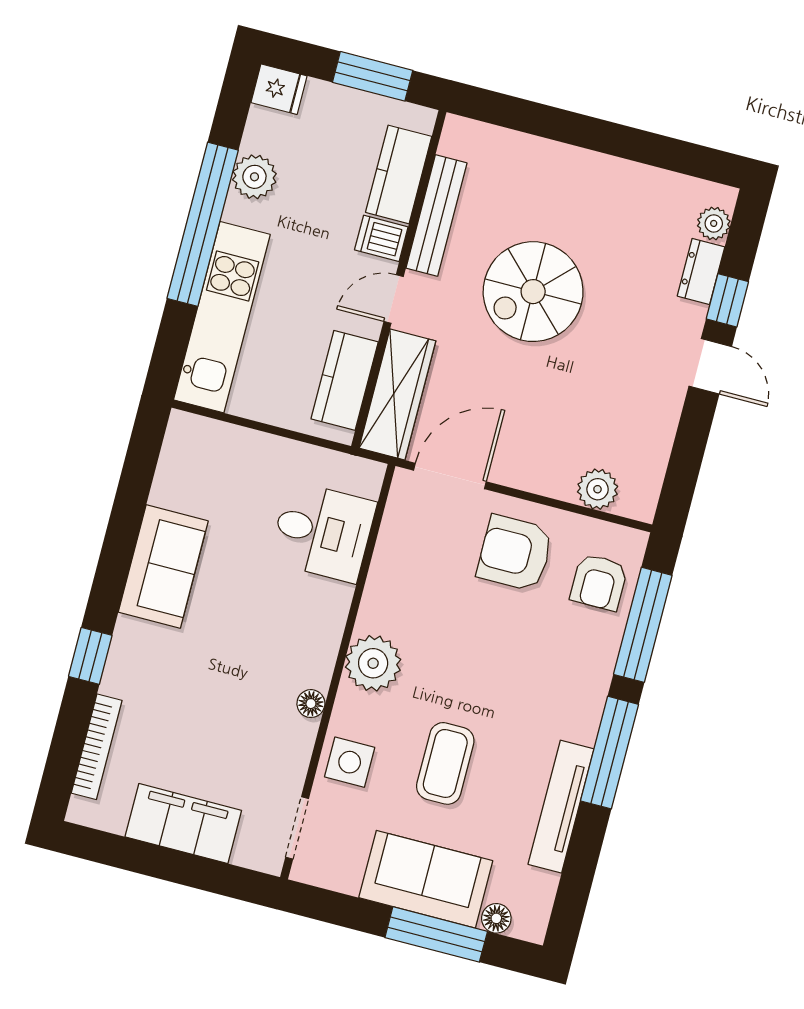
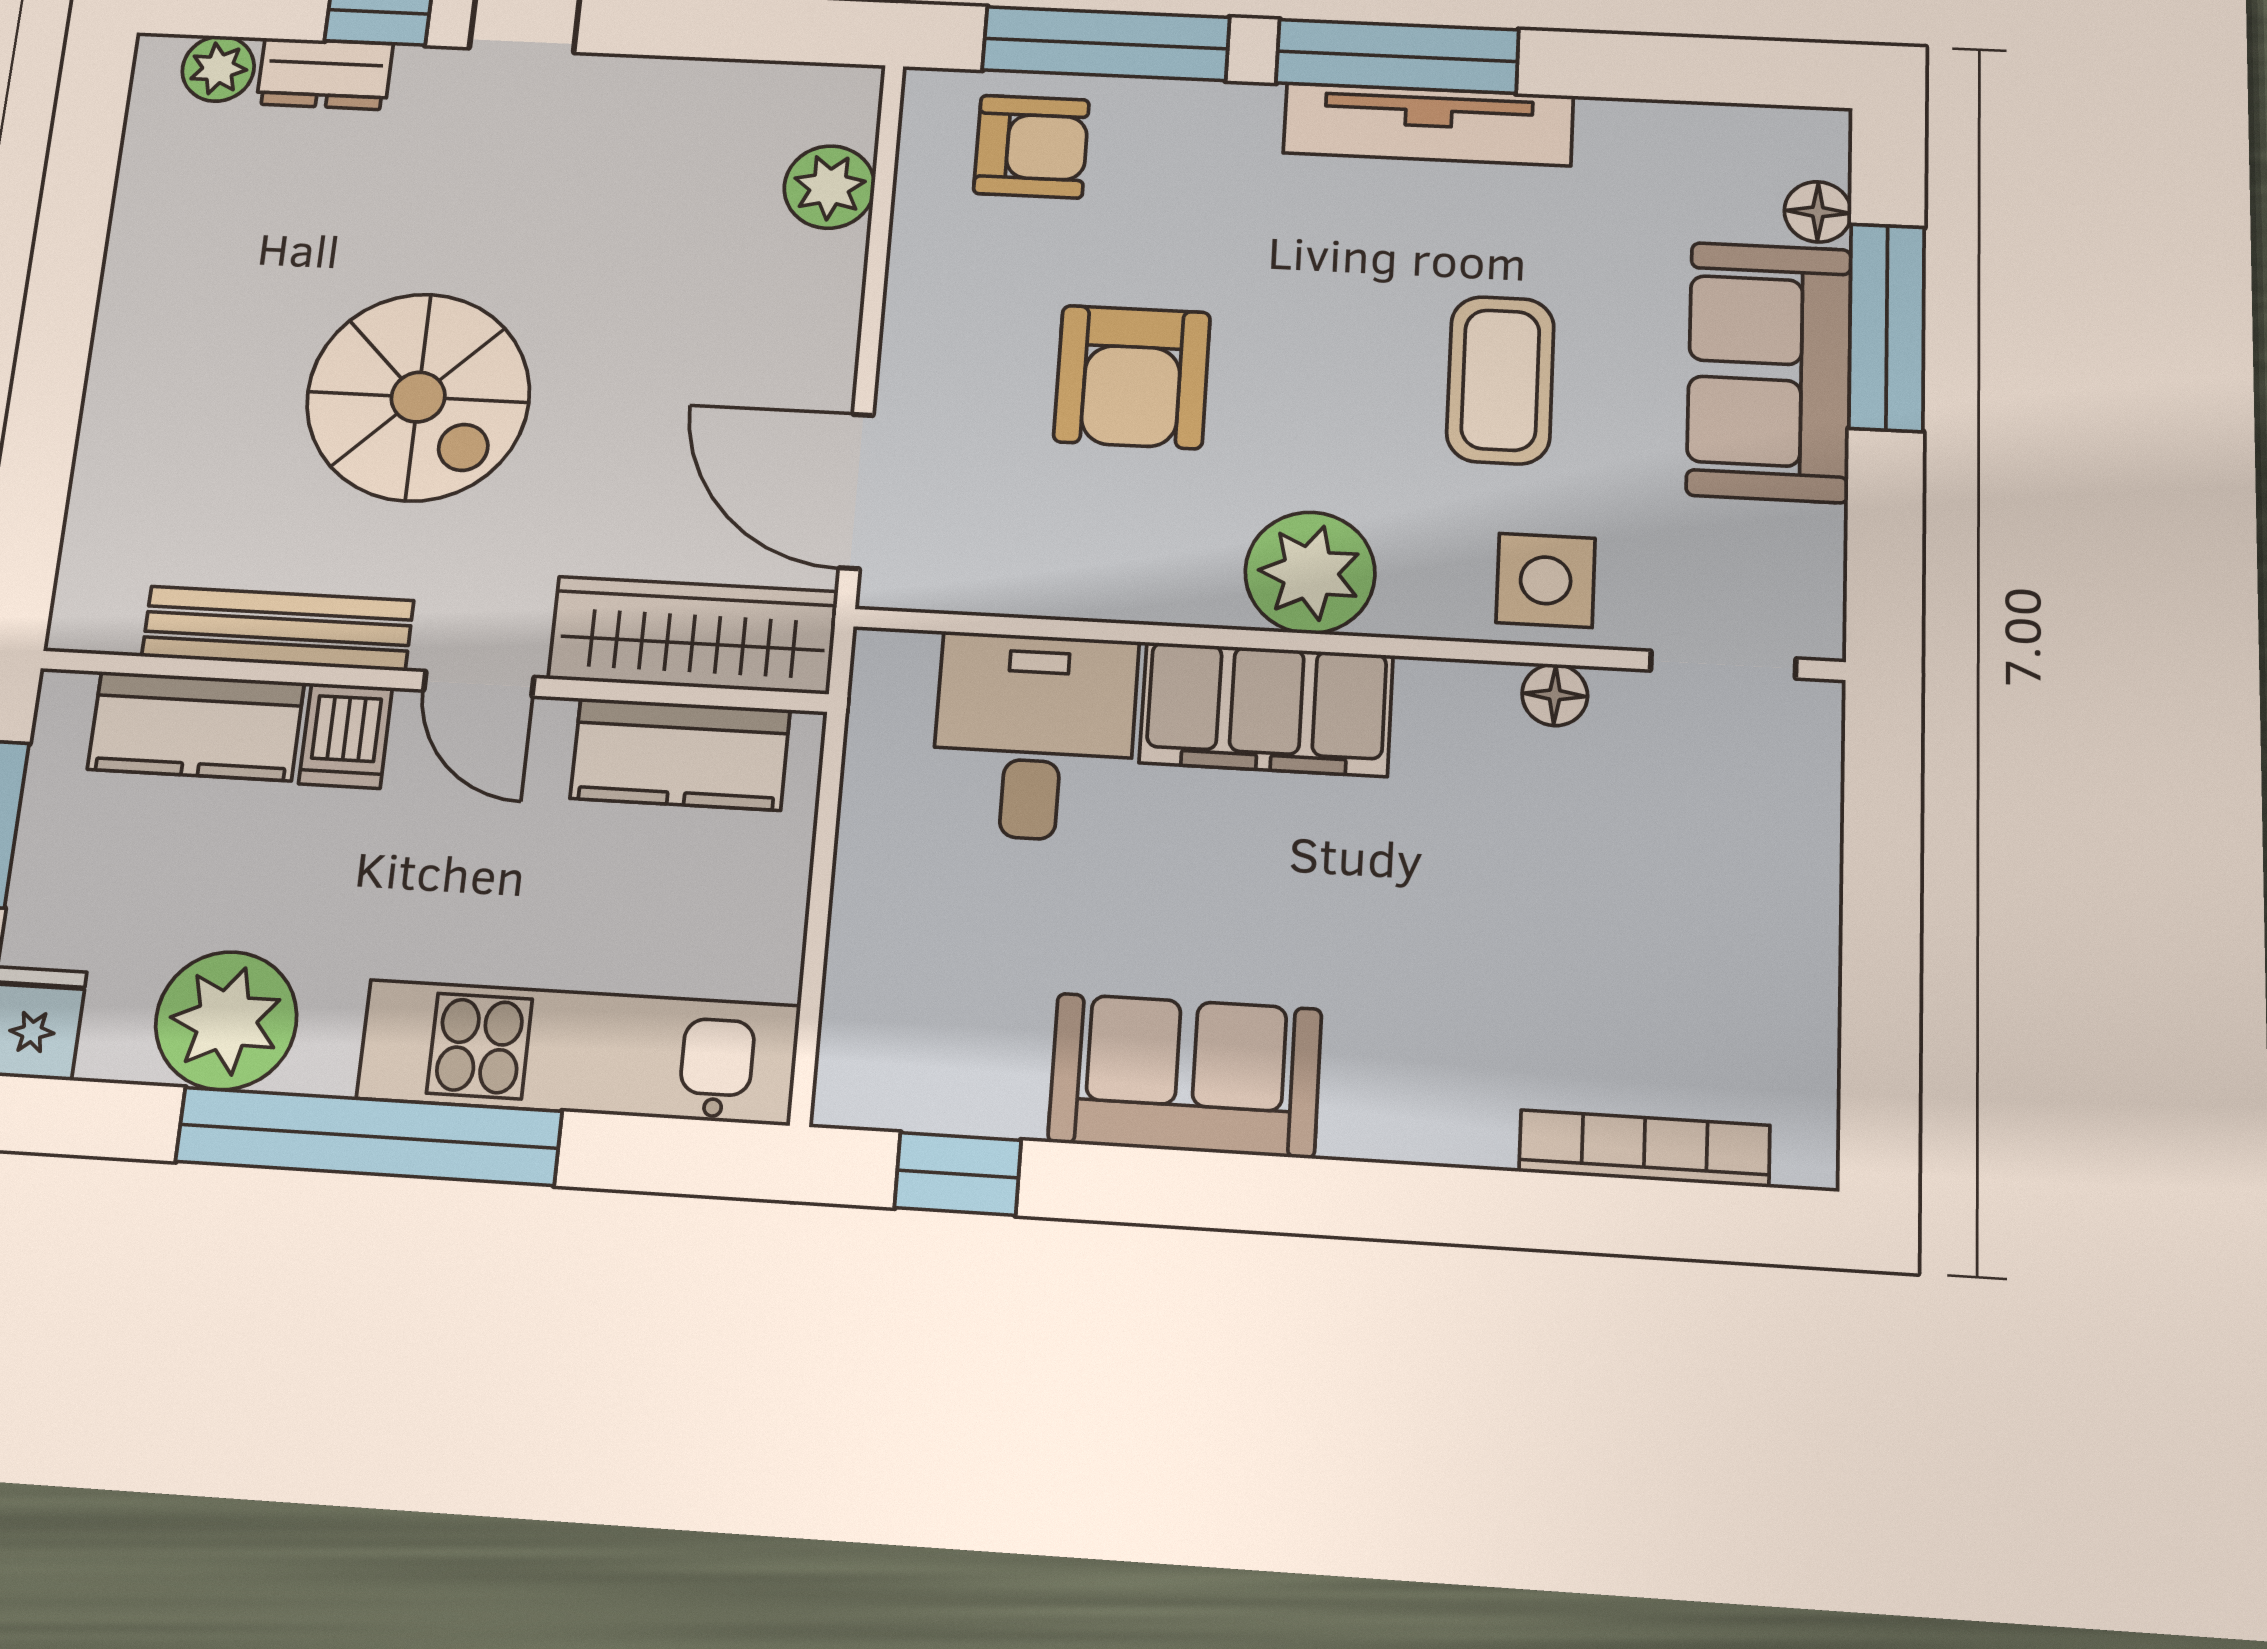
plant: (254, 177) -> (226, 1021), width x1.36, depth x1.36
armchair: (515, 553) -> (1132, 377), moved
window: (90, 656) -> (958, 1174), moved
floor lamp: (311, 704) -> (1555, 695), moved
coffee table: (445, 763) -> (1500, 380), turned 90
tv unit: (561, 807) -> (1428, 124), moved
filing cabinet: (183, 824) -> (1266, 709), moved, turned -90

